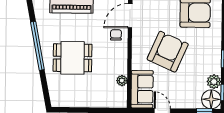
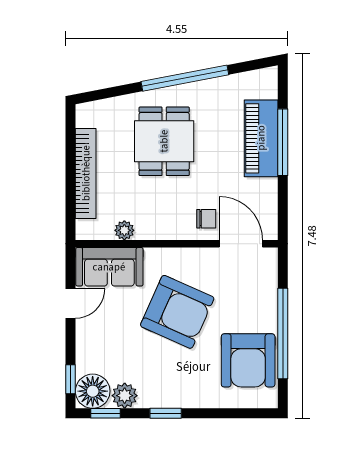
bookcase: (90, 102) -> (86, 173), added

